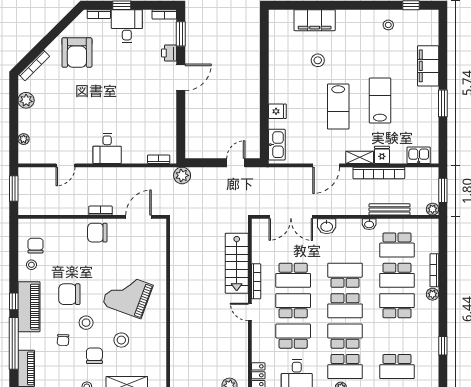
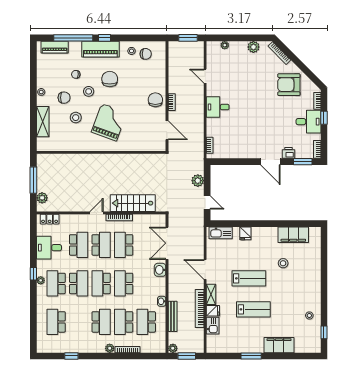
filing cabinet: (315, 20) -> (293, 235), moved, turned -90
lab bench: (338, 107) -> (249, 278), turned 180
kitchen sink: (419, 155) -> (213, 326), moved
plant: (182, 175) -> (198, 181), moved
school desk: (345, 275) -> (124, 283), turned 180

